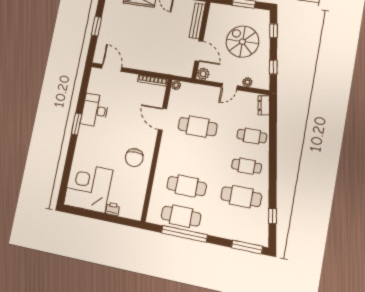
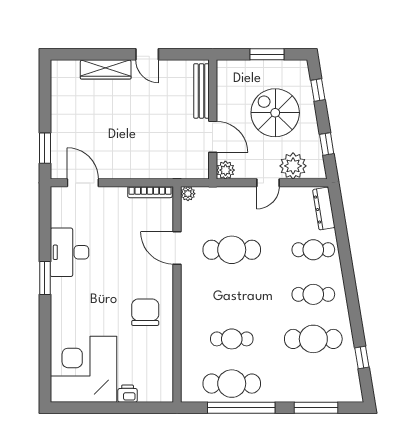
window: (97, 26) -> (45, 148), moved
plant: (247, 82) -> (293, 166), width x1.88, depth x1.88
dresser: (264, 105) -> (324, 209), width x1.44
chair: (134, 158) -> (145, 312), turned 180
cafe table: (187, 186) -> (232, 339), width x0.73, depth x0.74
window: (247, 247) -> (316, 408), moved

